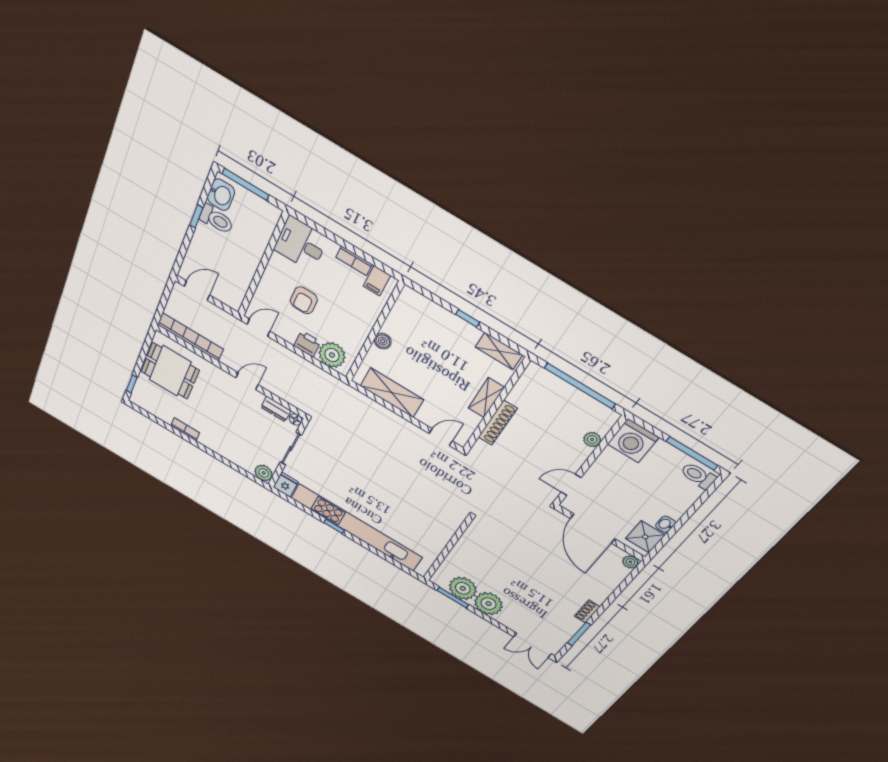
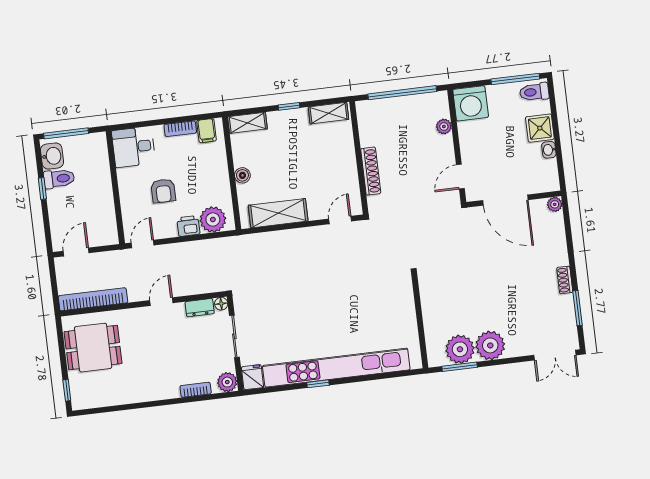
shelving: (486, 398) -> (247, 123), moved, turned 90
bookcase: (185, 429) -> (196, 390), moved
shower: (645, 537) -> (540, 128), moved

